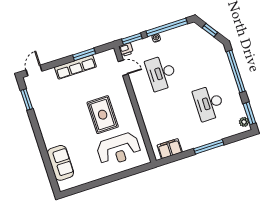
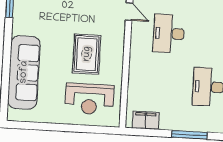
sofa: (61, 163) -> (24, 72), width x1.85, depth x1.27

